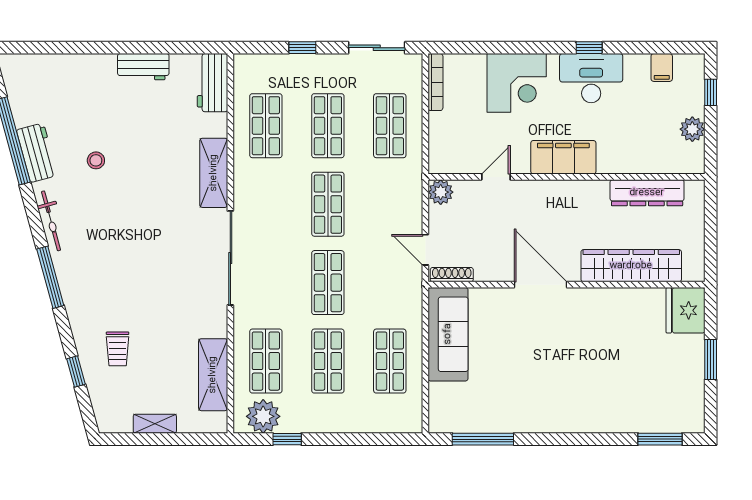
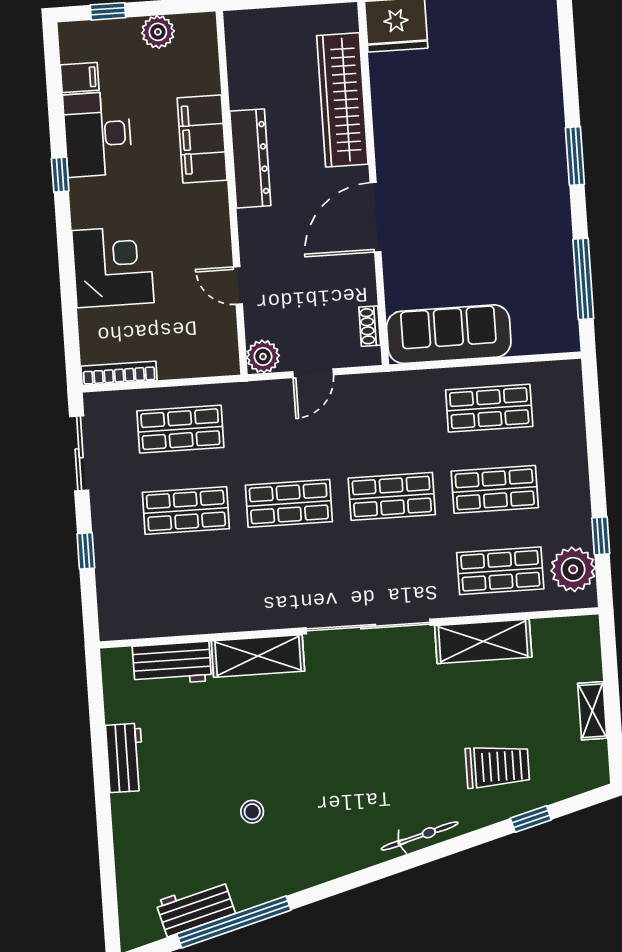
desk: (591, 78) -> (97, 134), moved
workbench: (212, 83) -> (172, 663), moved
shop shelf: (266, 126) -> (191, 592), removed
workbench: (37, 153) -> (195, 908), moved
filing cabinet: (563, 157) -> (202, 139), moved
dresser: (647, 193) -> (250, 158), moved
bicycle: (51, 221) -> (420, 836), moved
door: (425, 250) -> (313, 373), moved
shoe rack: (452, 275) -> (370, 326), width x0.70
window: (50, 277) -> (410, 861), removed
trolley: (118, 349) -> (497, 766), width x1.36, depth x1.39
shelving: (213, 375) -> (483, 641), moved
window: (660, 439) -> (575, 156), moved

